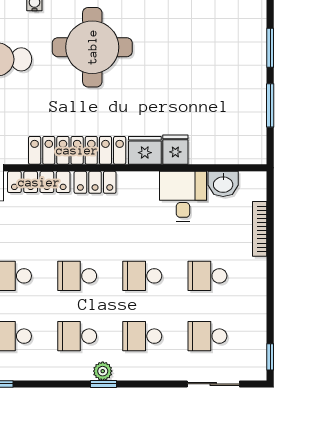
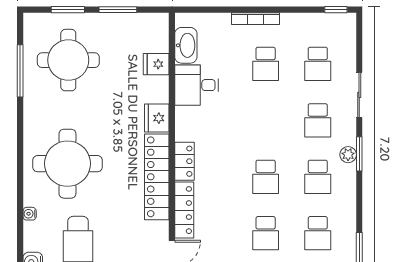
round table: (212, 48) -> (68, 60), added
fridge: (175, 150) -> (156, 64), moved
washbasin: (223, 184) -> (186, 45), width x1.38
bookcase: (260, 229) -> (255, 19), moved
school desk: (142, 276) -> (266, 120), removed
window: (103, 384) -> (359, 154), width x1.50
sliding door: (213, 384) -> (359, 95), moved

